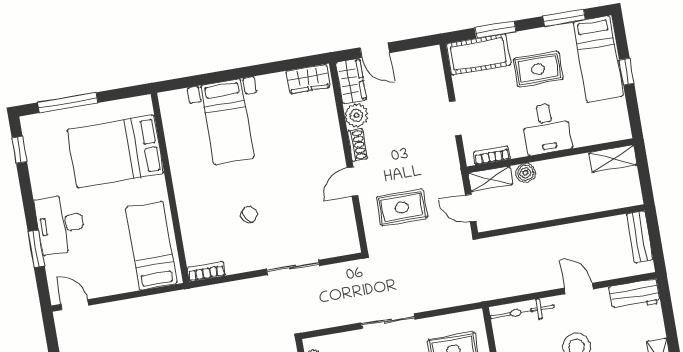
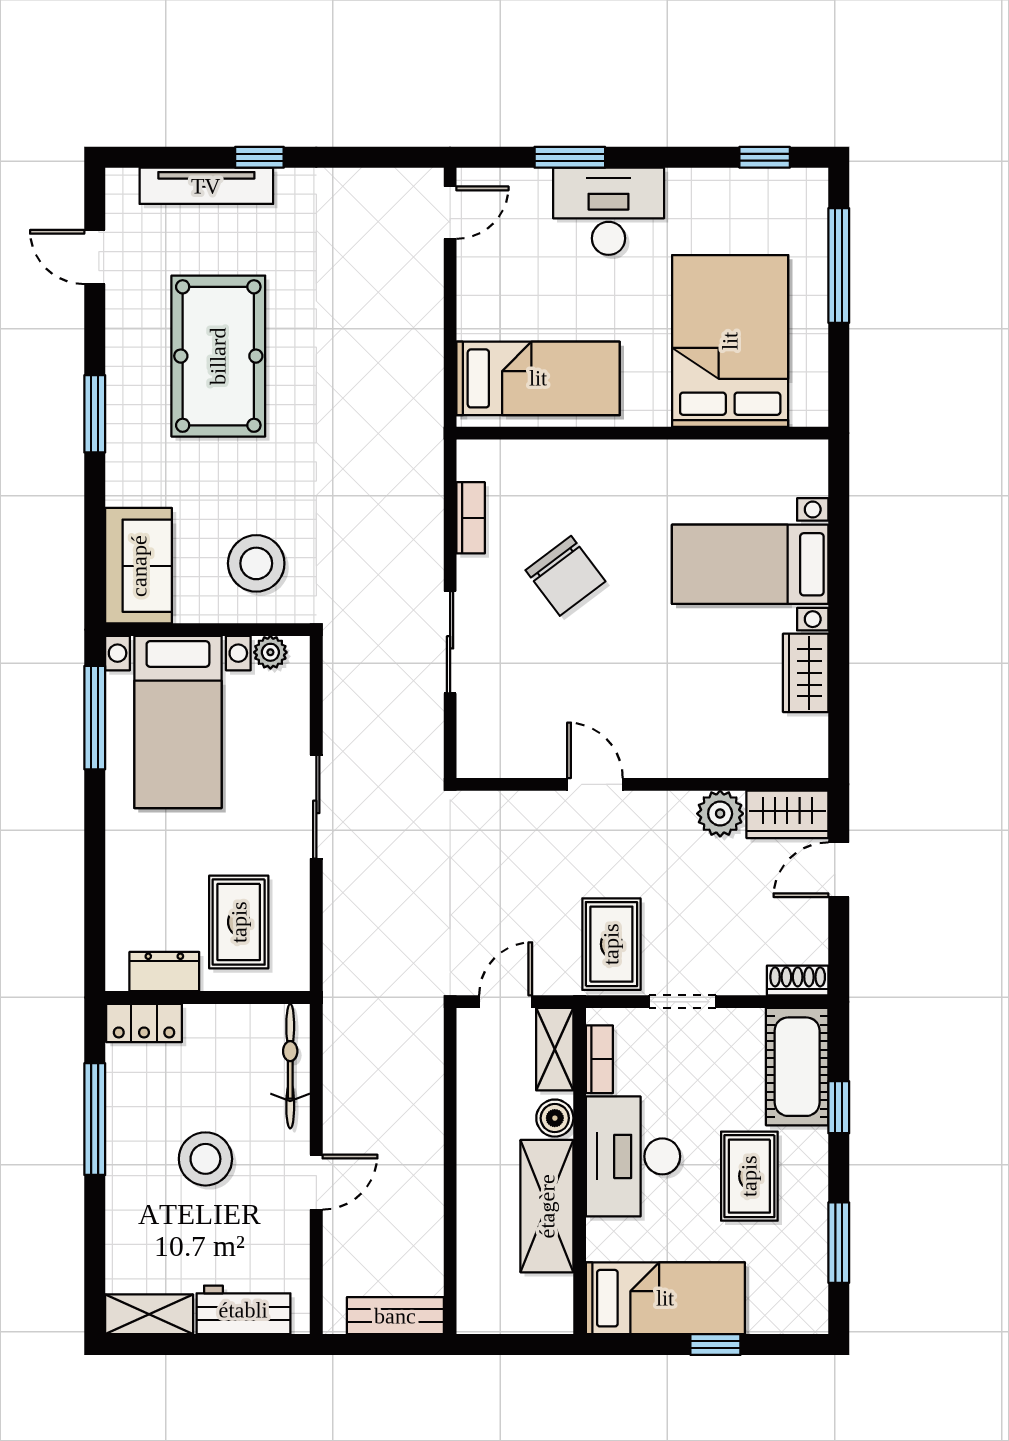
window: (495, 30) -> (839, 1107), width x0.67
bed: (598, 59) -> (665, 1298), moved, turned 180
wardrobe: (308, 79) -> (806, 673), moved
desk: (546, 128) -> (633, 1156), width x1.37
shoe rack: (357, 145) -> (798, 980), moved, turned 180
shelving: (613, 159) -> (547, 1206), moved, width x1.50, depth x1.33
rug: (402, 207) -> (611, 944), moved
chair: (249, 215) -> (565, 576), width x1.87, depth x1.87
bookcase: (206, 272) -> (471, 518), moved
workbench: (635, 295) -> (243, 1310), moved, turned 90

